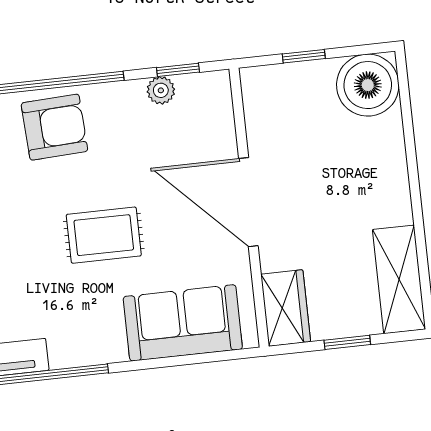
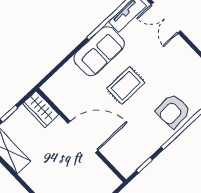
plant: (161, 90) -> (145, 153), removed
sofa: (183, 323) -> (99, 51), moved

